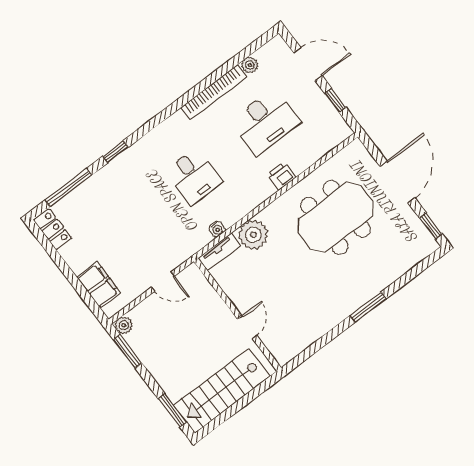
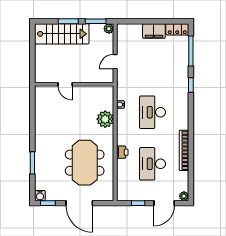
plant: (250, 65) -> (184, 196), moved
desk: (194, 176) -> (153, 112), width x1.37
water cooler: (428, 245) -> (40, 196), added
tv unit: (219, 252) -> (109, 98), removed
filing cabinet: (99, 285) -> (154, 31), moved
window: (368, 307) -> (32, 163), moved
stairs: (222, 391) -> (62, 34), moved, turned 90
window: (172, 410) -> (68, 21), moved

